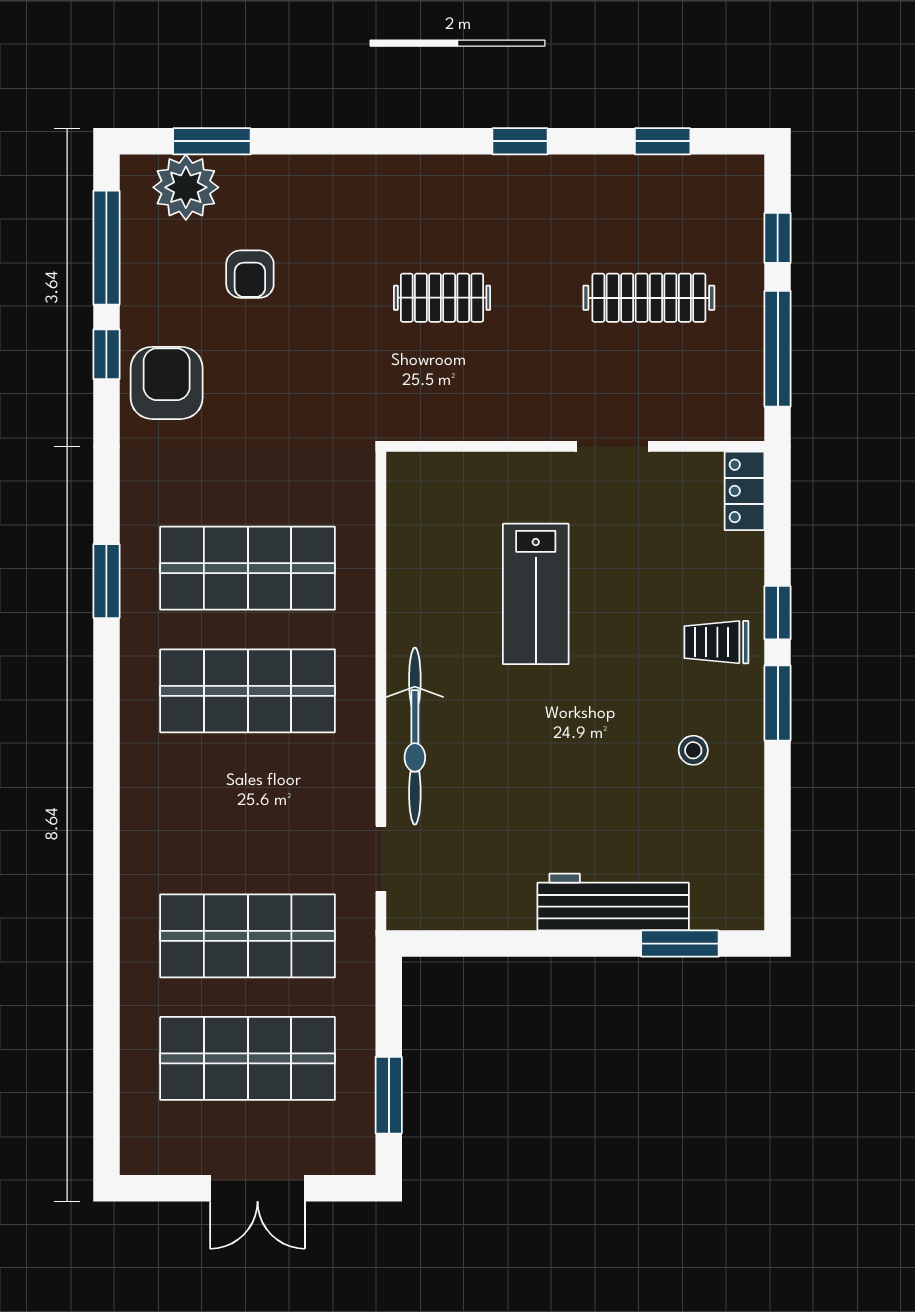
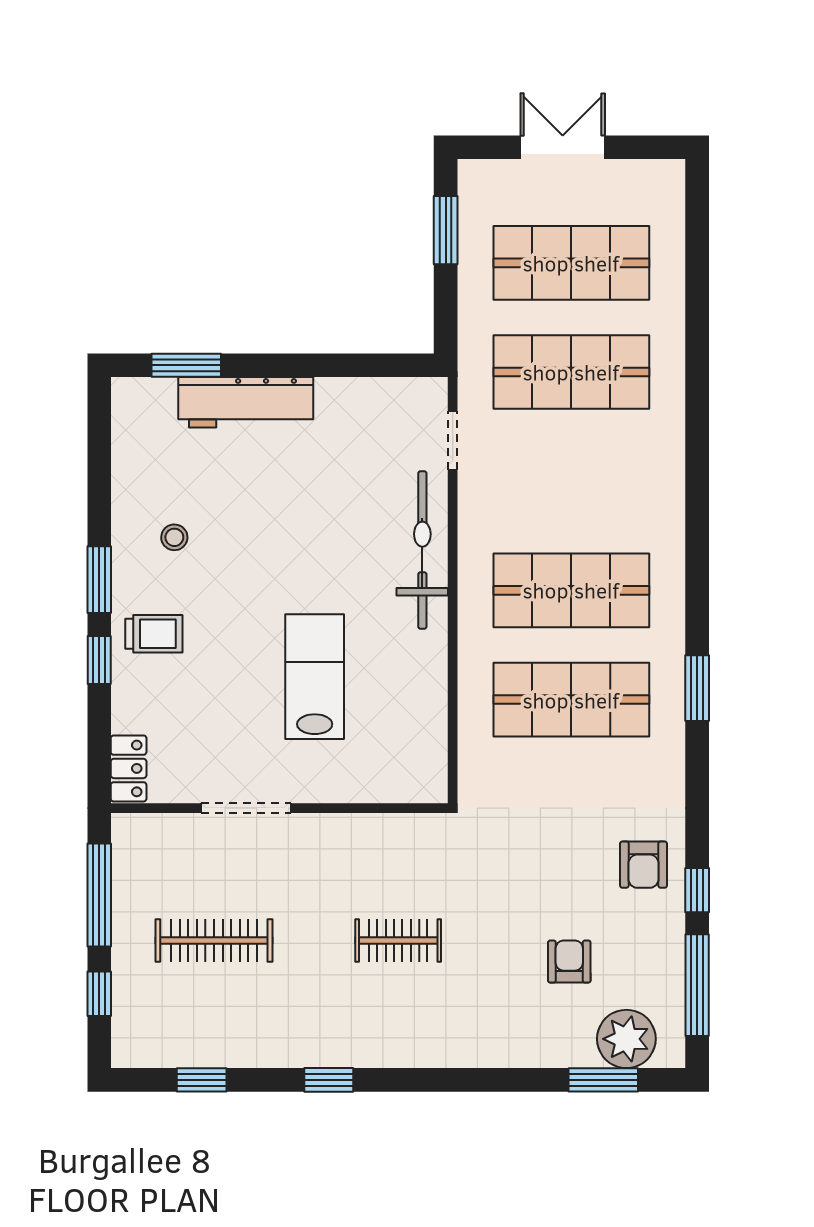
armchair: (167, 383) -> (644, 865), width x0.72, depth x0.72
doorway: (613, 446) -> (246, 808), width x1.38

